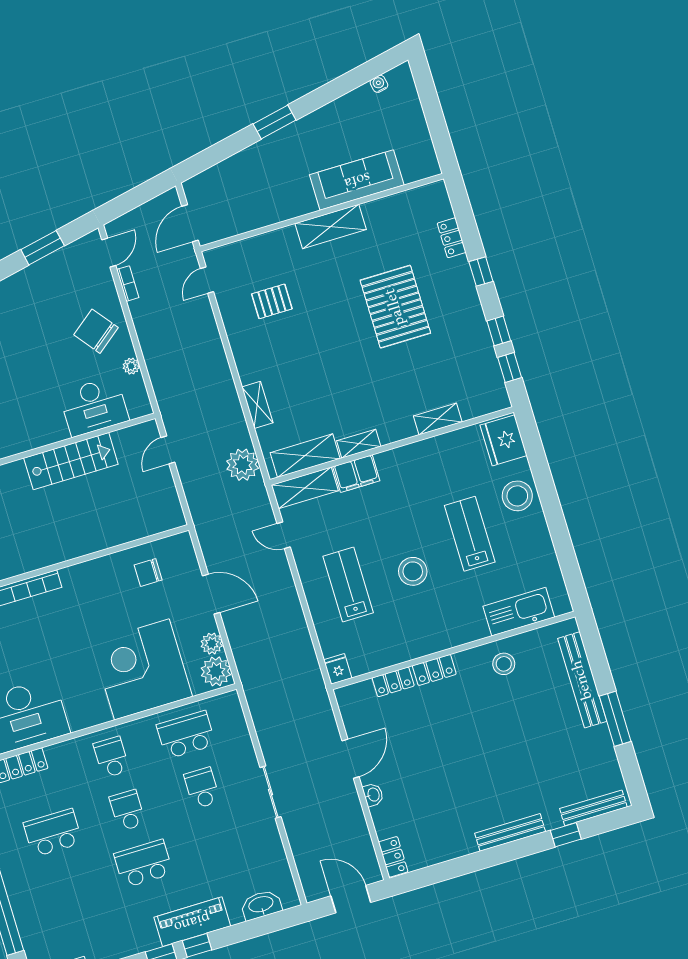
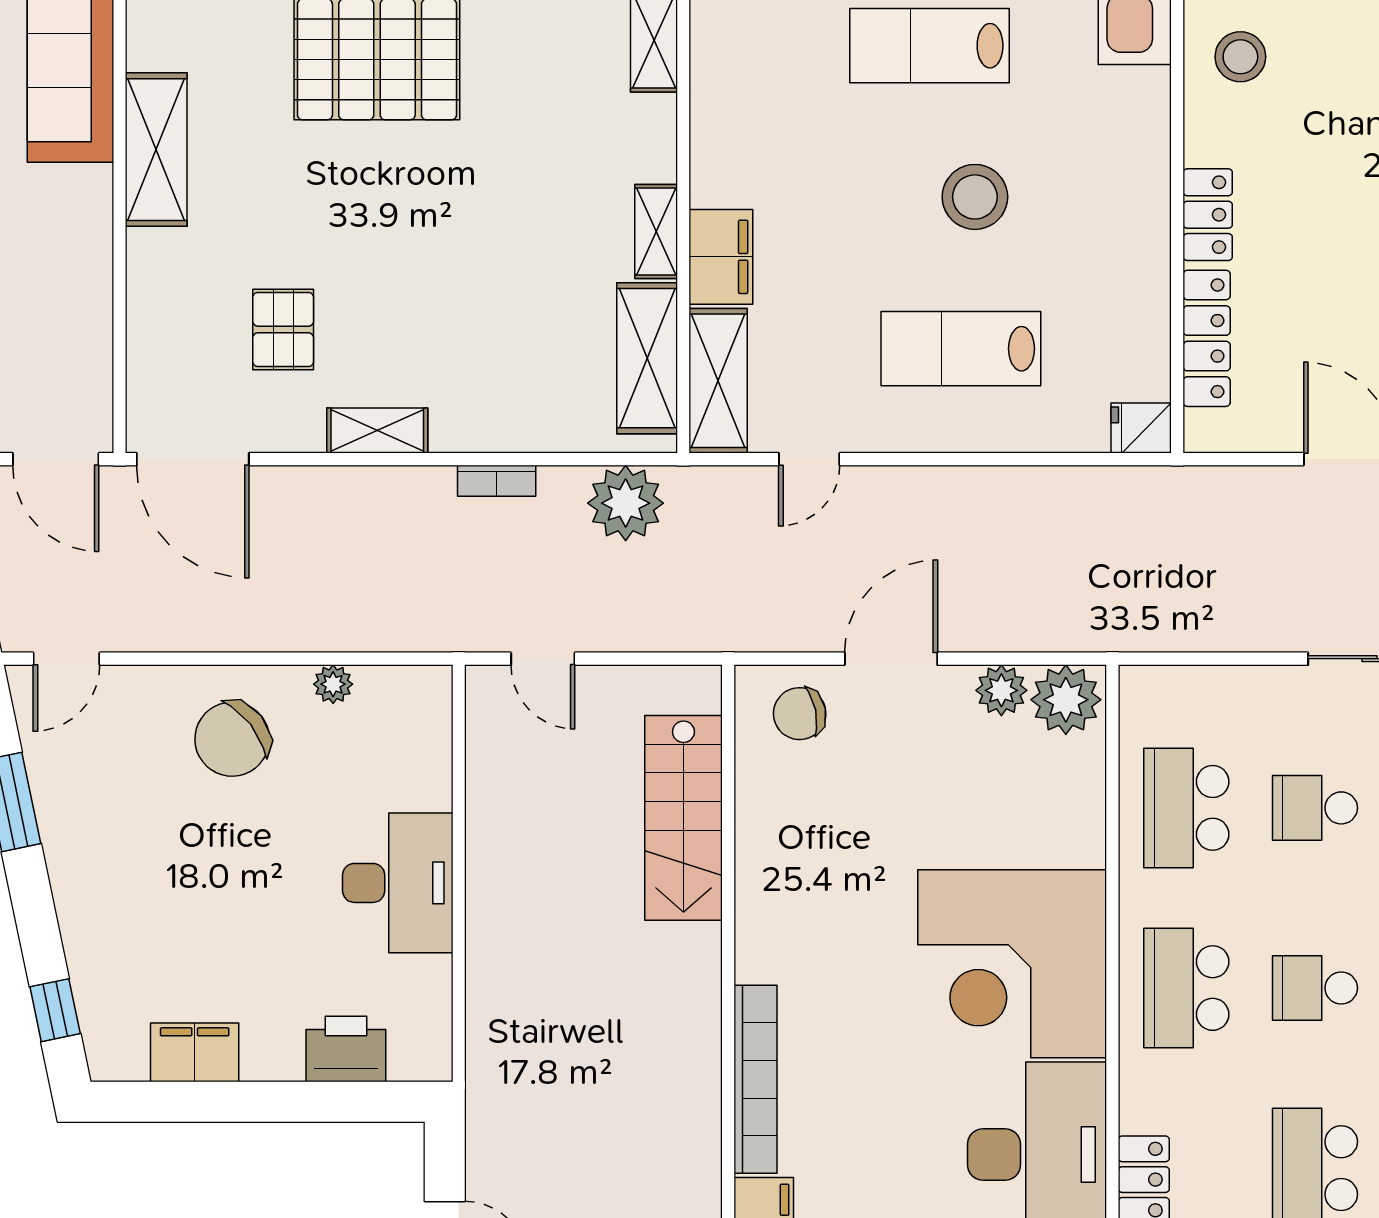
door: (109, 253) -> (66, 659), swing flipped
door: (207, 280) -> (193, 459), width x1.88
bookcase: (128, 284) -> (497, 481), moved, turned 180
shelving: (257, 405) -> (377, 431), moved
desk: (94, 406) -> (398, 883), moved
stairs: (71, 461) -> (683, 818), moved, turned 180
chair: (148, 572) -> (800, 714), moved, turned 78
corner desk: (142, 669) -> (1012, 964), moved
locker: (393, 682) -> (1207, 338), width x1.53
school desk: (111, 757) -> (1186, 988), width x1.85

